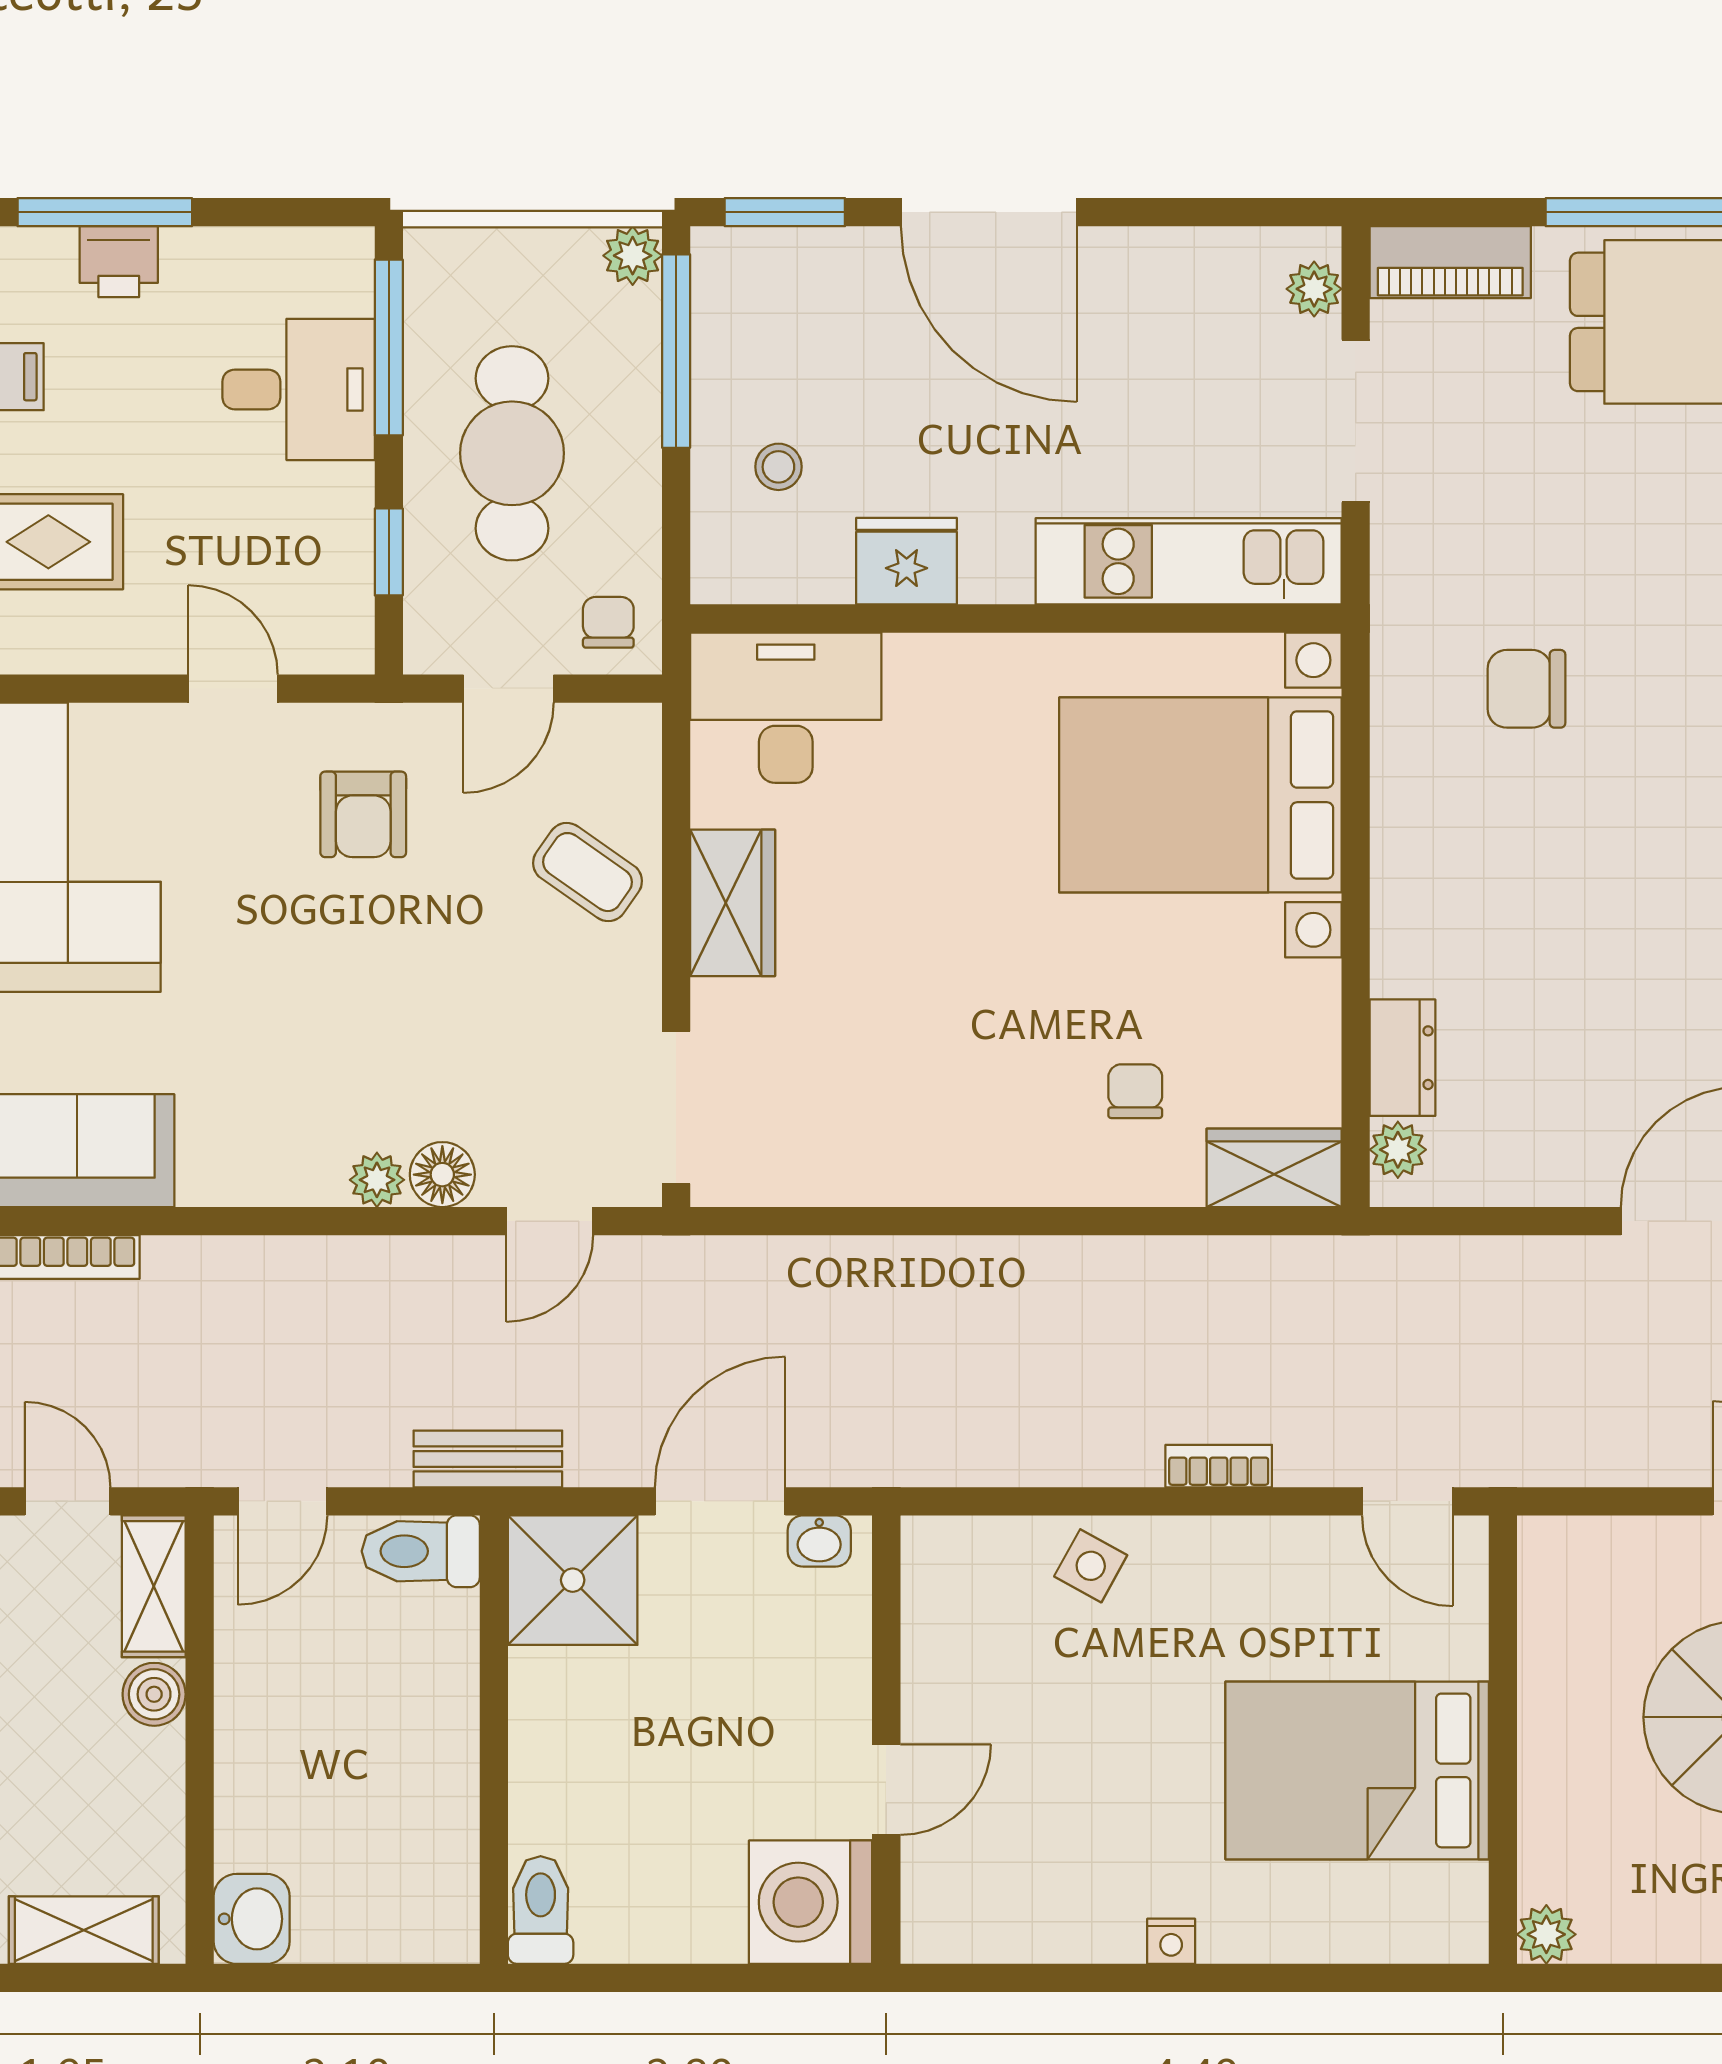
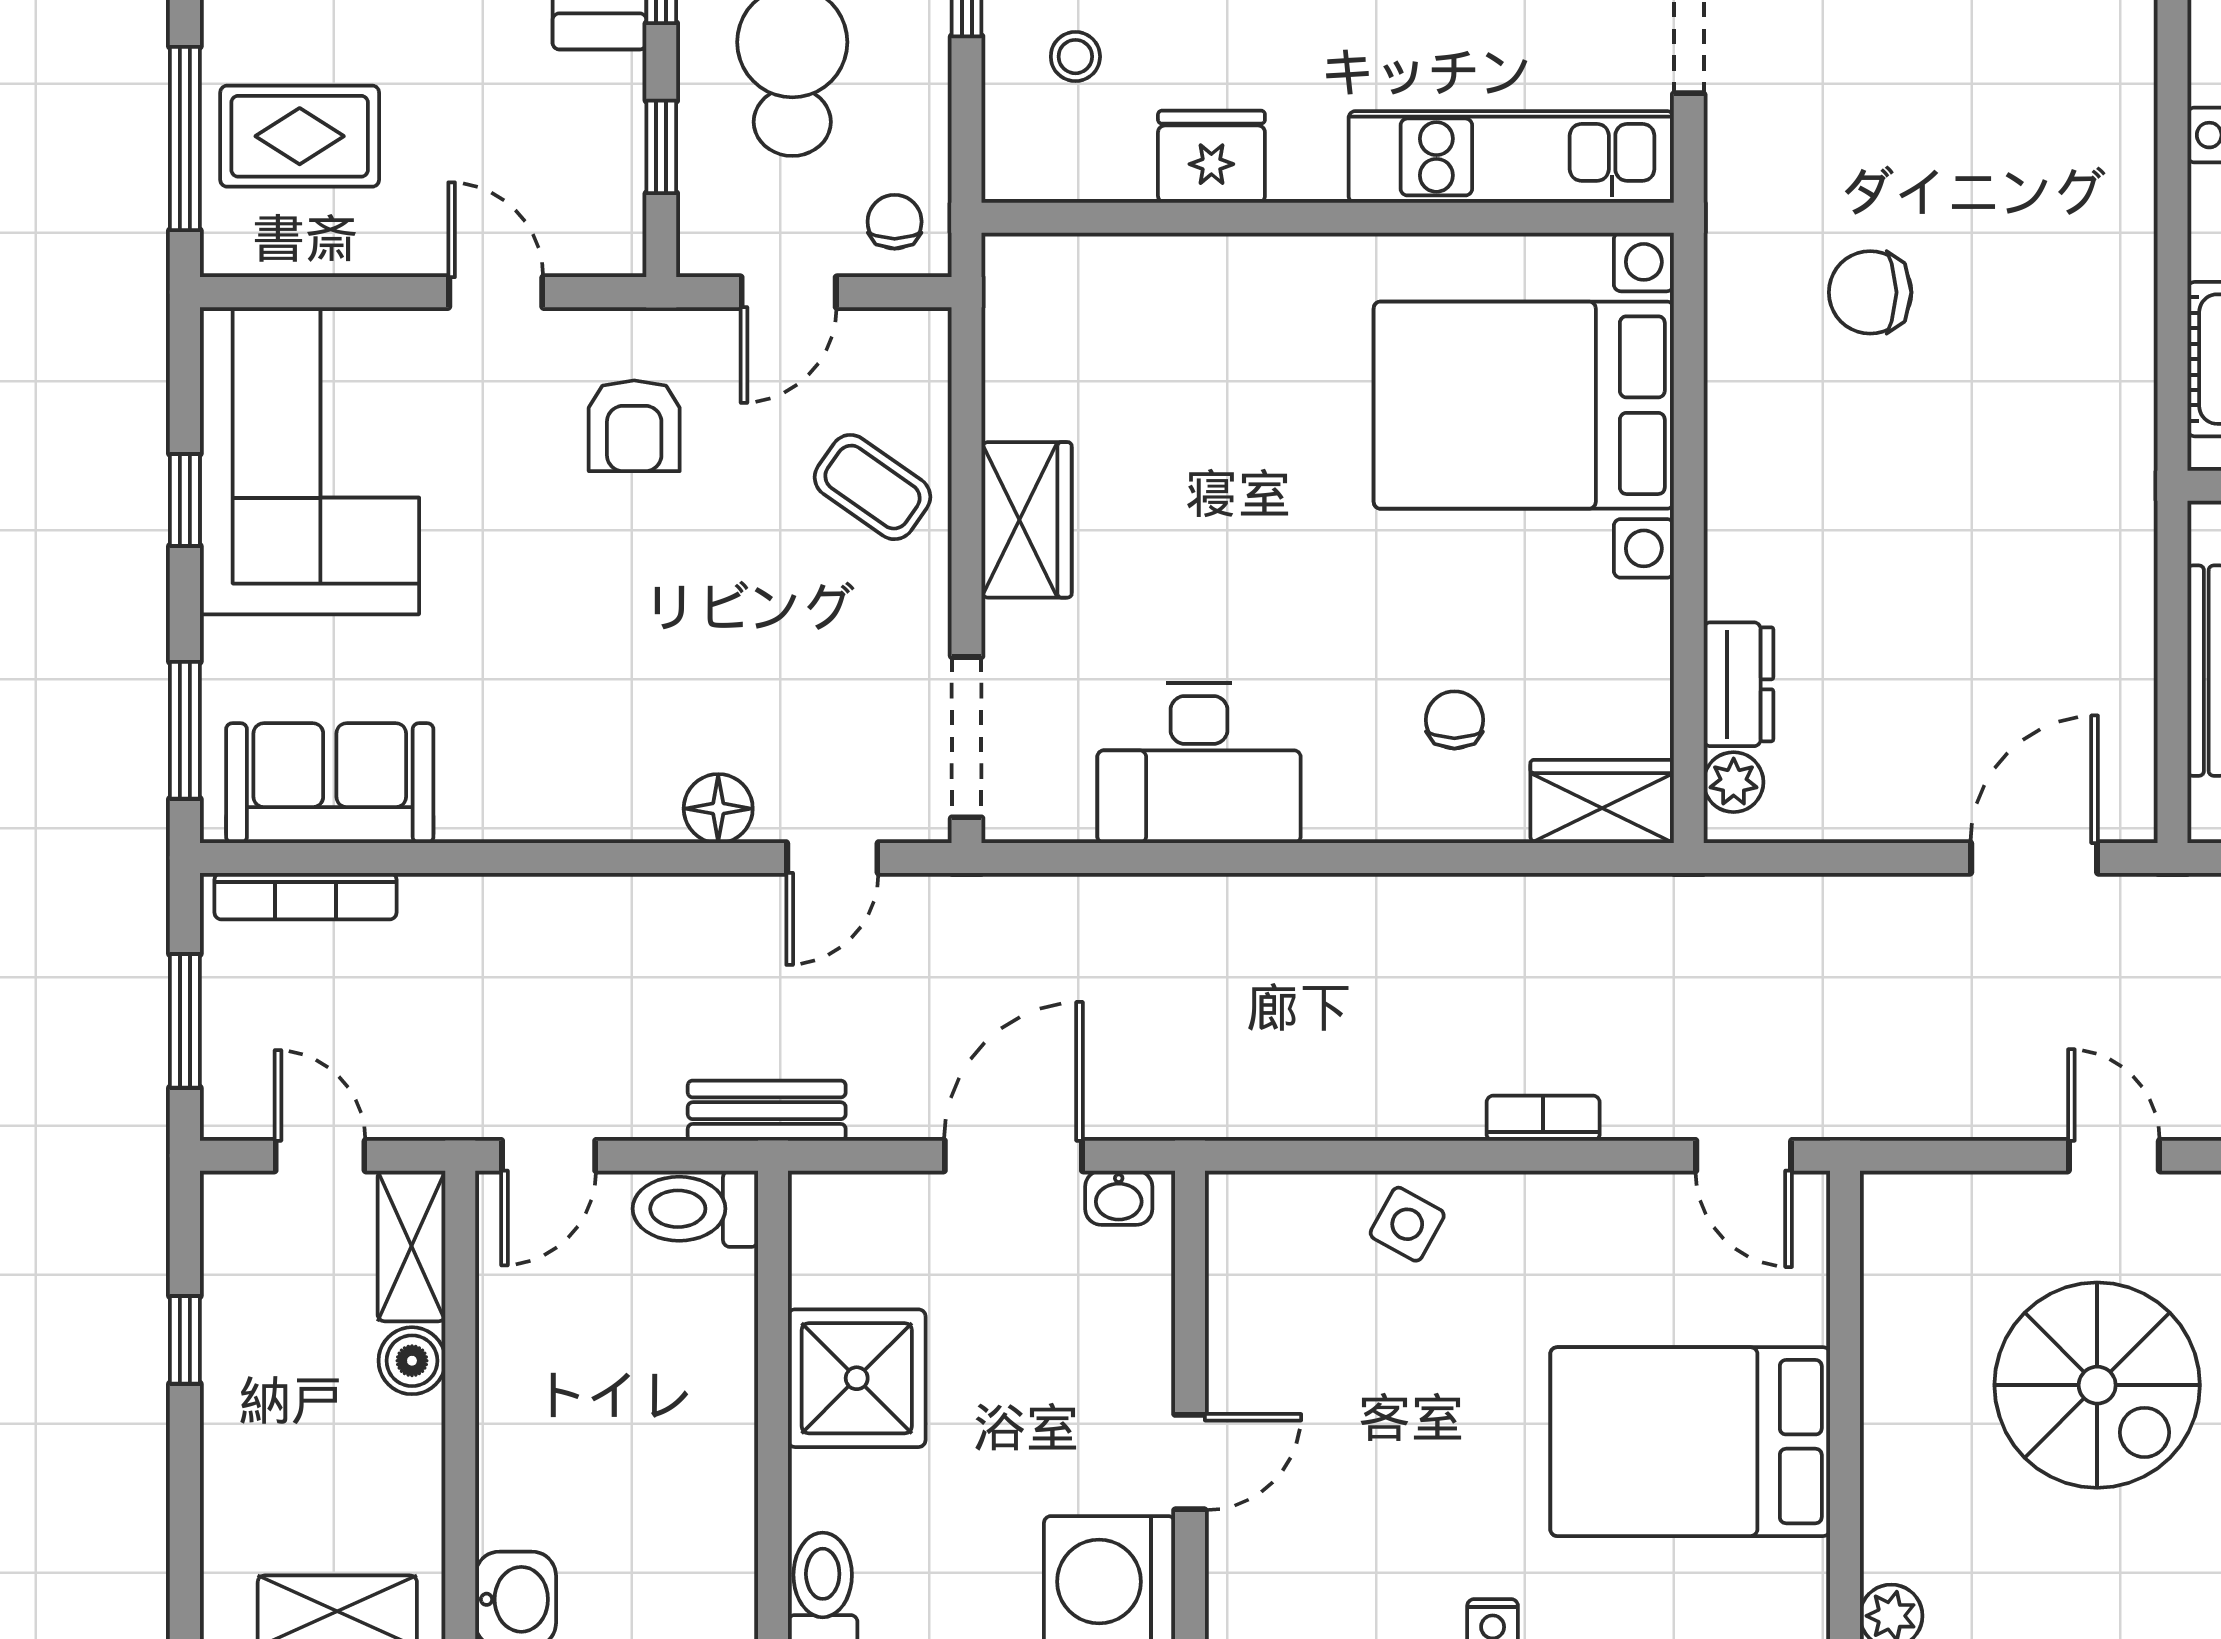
desk: (786, 708) -> (1199, 763), moved, turned 180
plant: (377, 1180) -> (649, 814), removed
shower: (573, 1580) -> (857, 1378), moved

